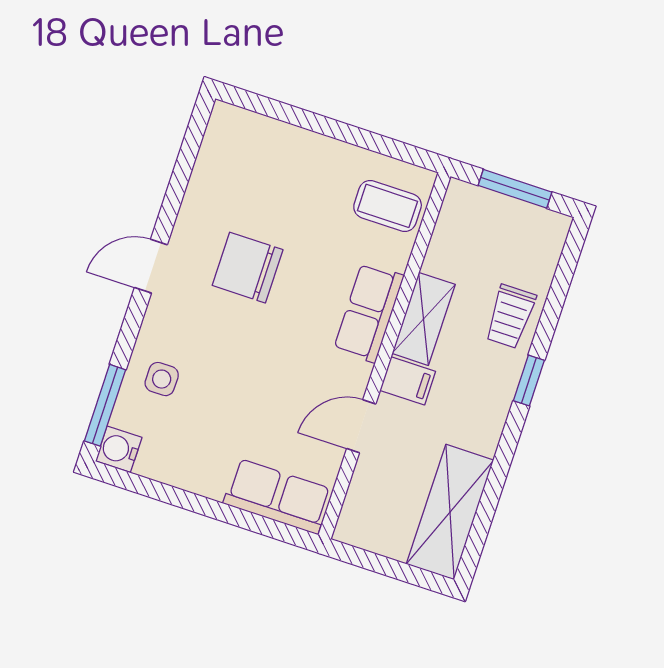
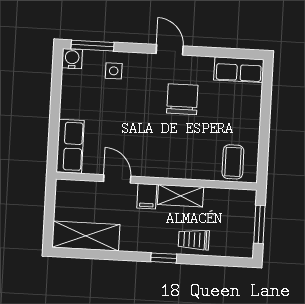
row of seats: (369, 313) -> (239, 70), moved, turned 180

